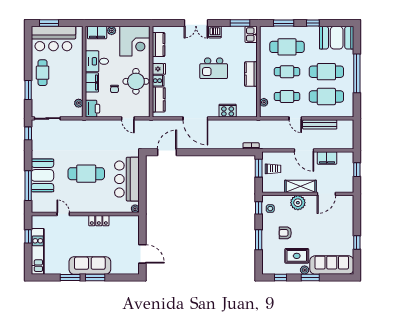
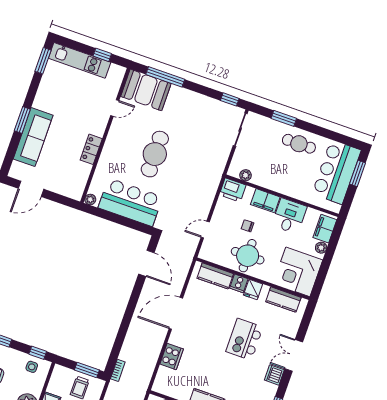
kitchen island: (214, 68) -> (244, 339), moved
booth: (42, 175) -> (146, 90), moved
sofa: (90, 265) -> (33, 137), moved
window: (70, 278) -> (43, 61), moved

